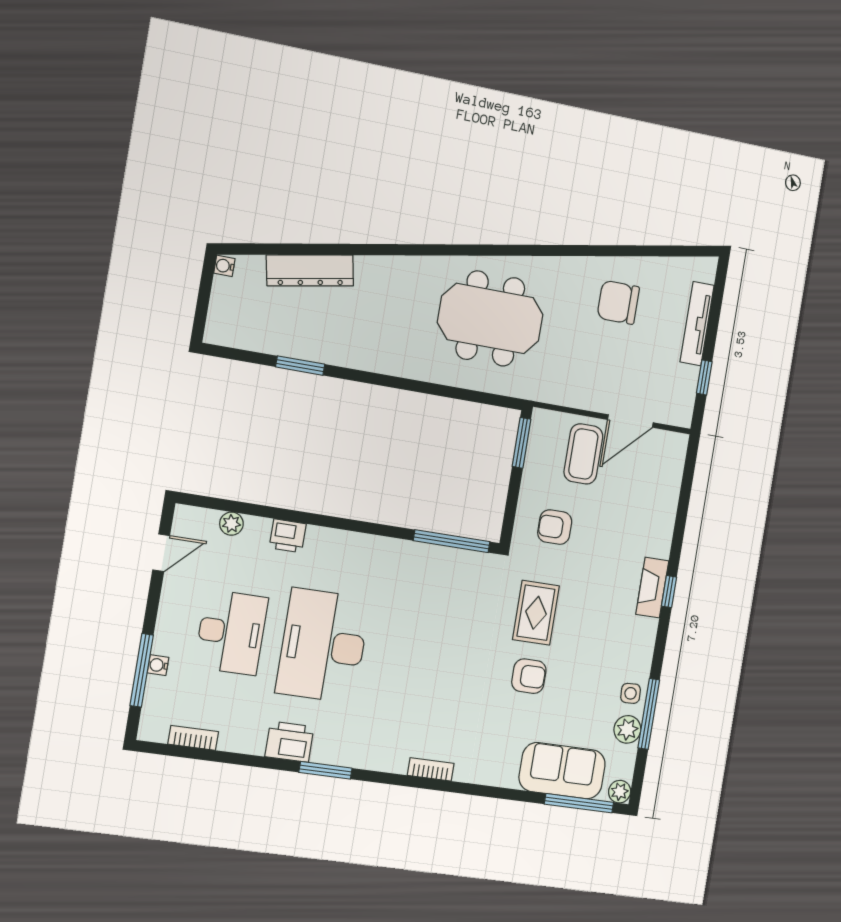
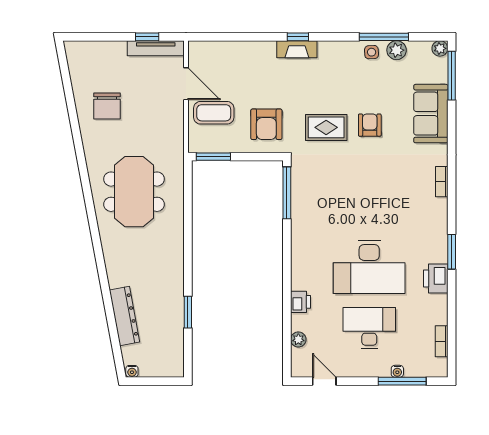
tv unit: (697, 324) -> (156, 48), moved
armchair: (555, 527) -> (266, 124), width x1.38, depth x1.38
sofa: (562, 771) -> (431, 114), moved

